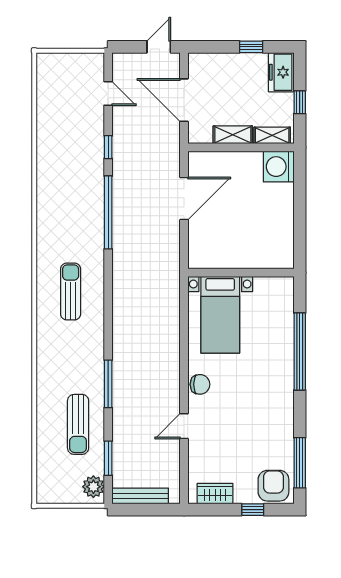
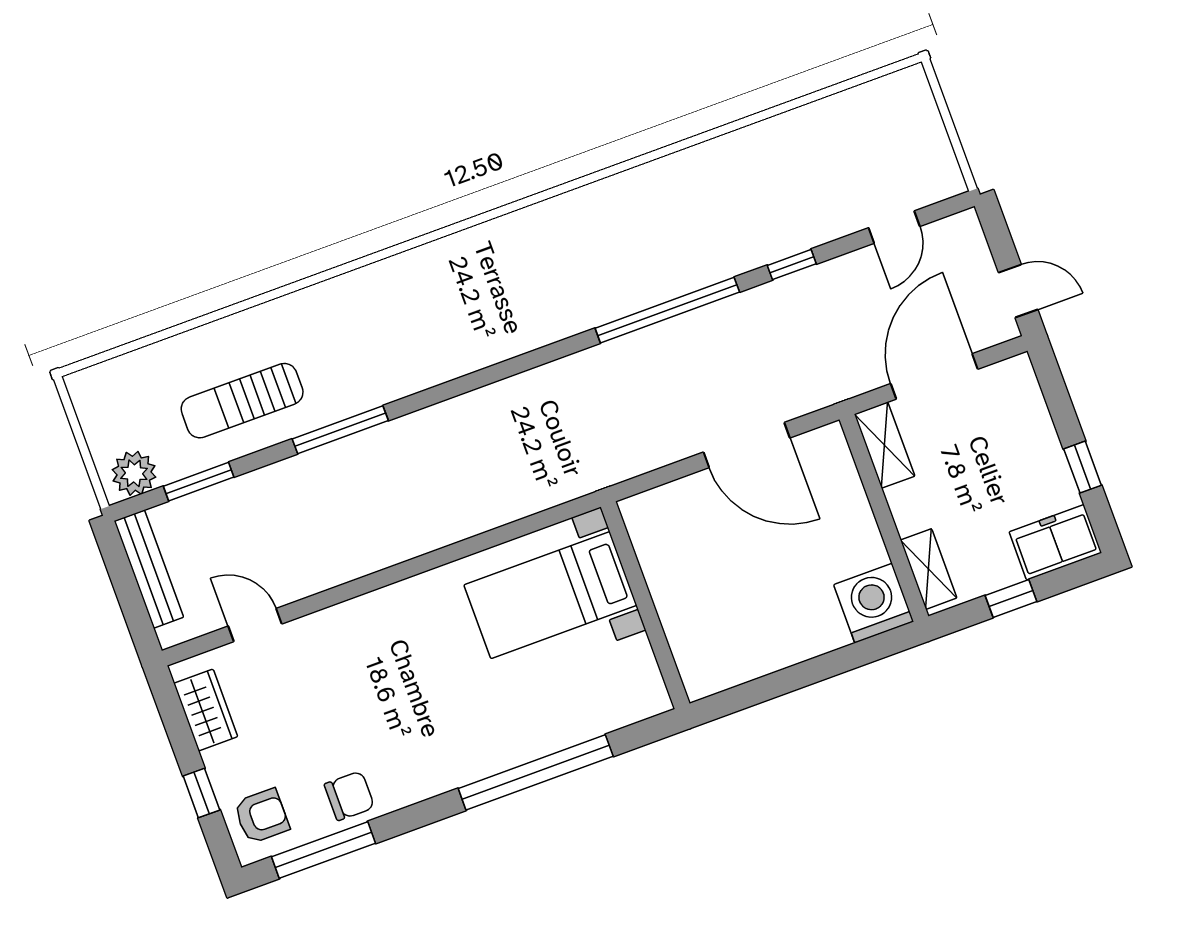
shelving: (233, 135) -> (884, 445), moved
sun lounger: (71, 291) -> (490, 294), removed
chair: (200, 384) -> (349, 796), moved, turned -90
door: (184, 426) -> (255, 625), moved
armchair: (273, 486) -> (262, 816), width x0.72, depth x0.72

